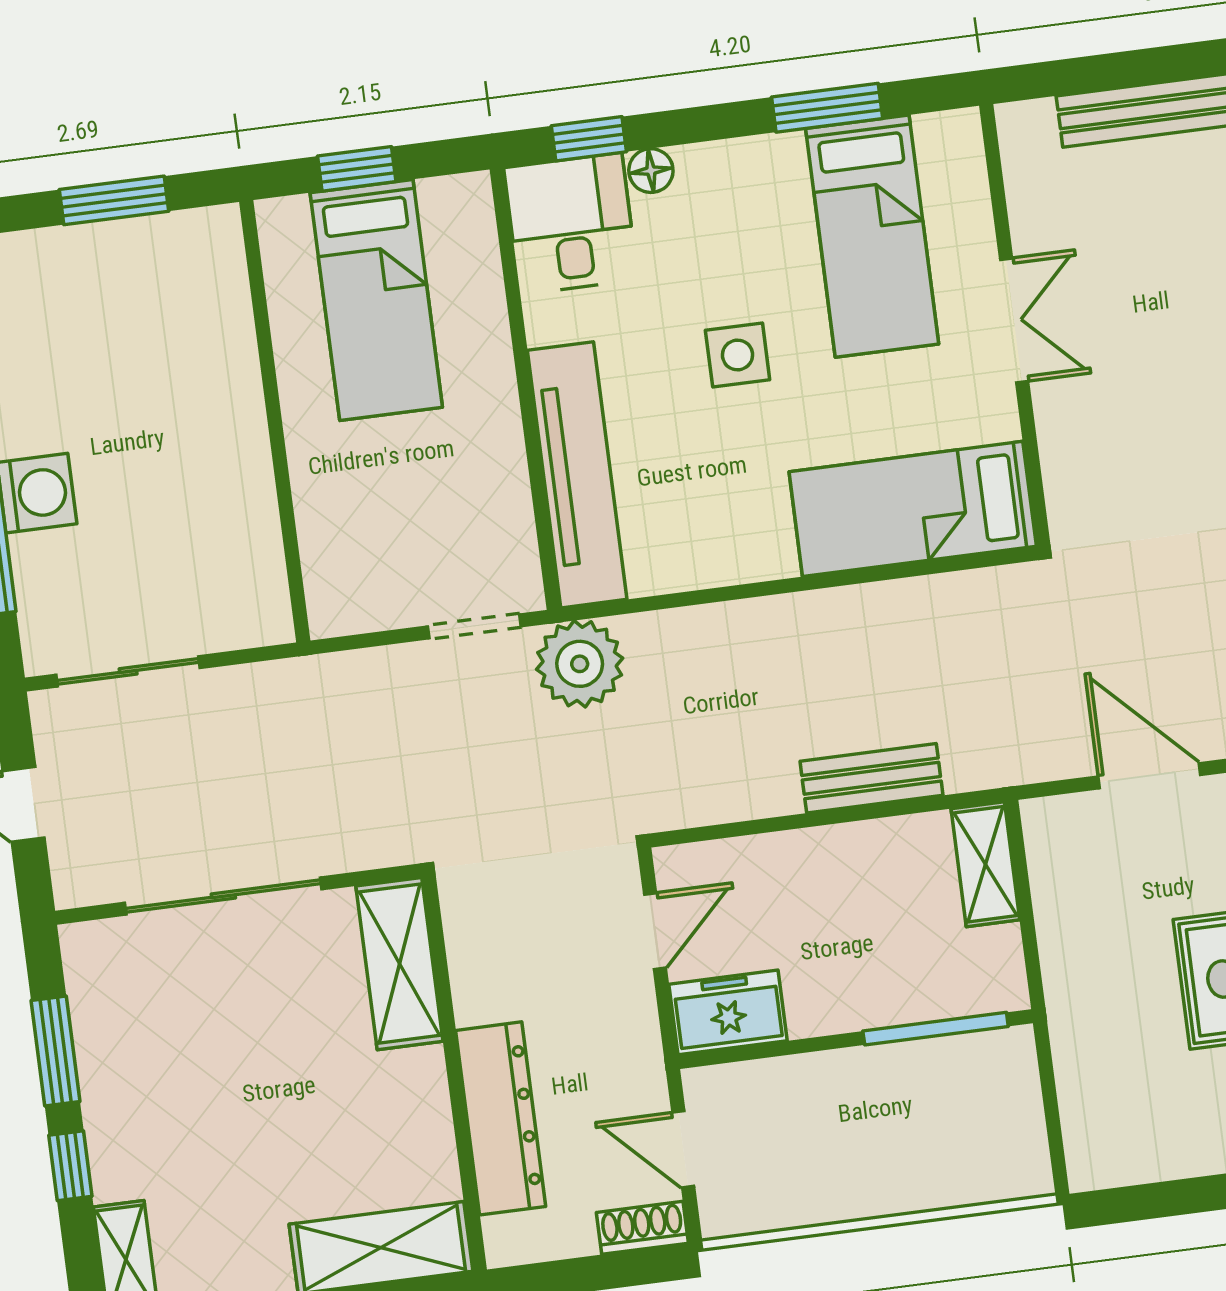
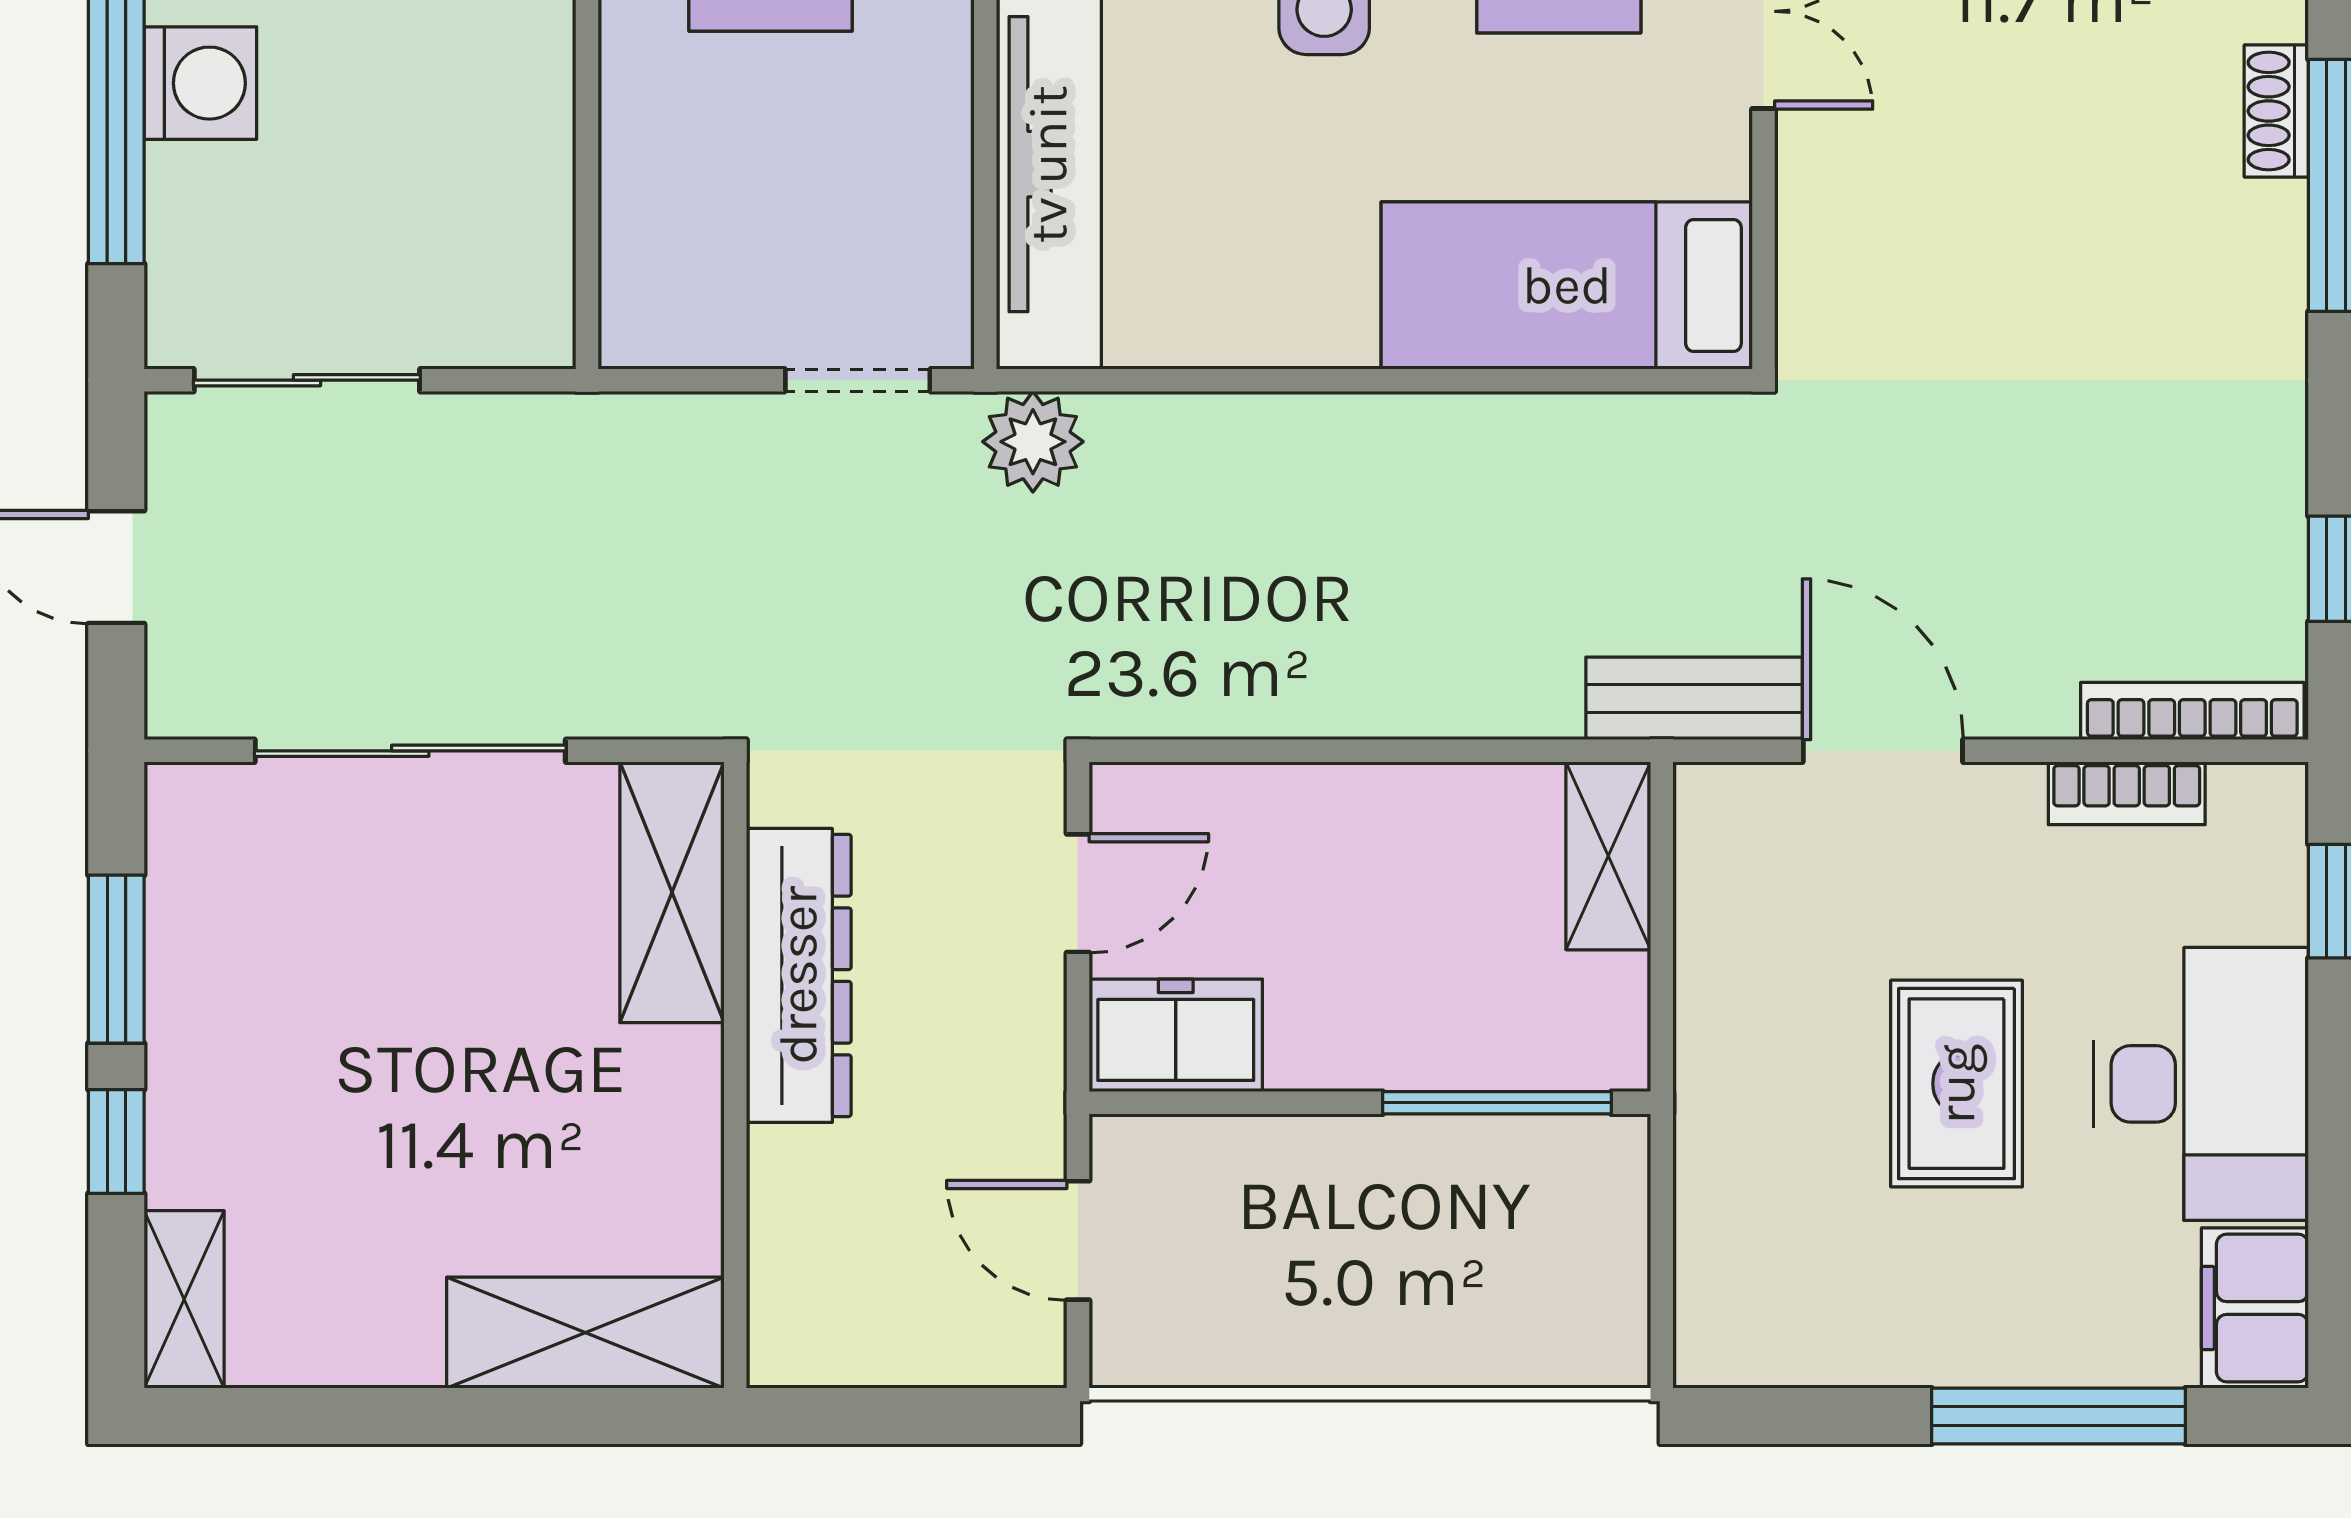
plant: (580, 664) -> (1033, 442), width x0.73, depth x0.73
bench: (871, 778) -> (1694, 698), moved
dresser: (501, 1118) -> (799, 975), moved
shoe rack: (642, 1228) -> (998, 1355), removed

